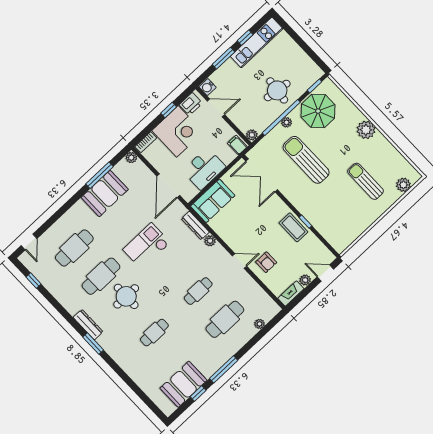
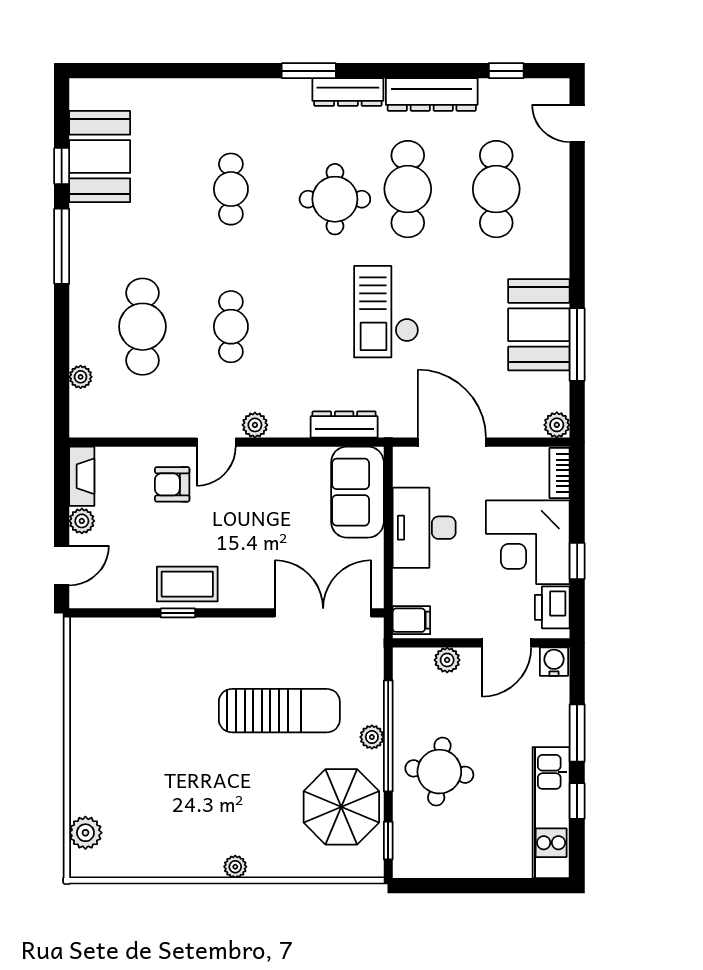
plant: (366, 130) -> (235, 867), width x0.53, depth x0.53
plant: (252, 135) -> (447, 660), moved
sun lounger: (366, 181) -> (151, 776), removed
plant: (210, 241) -> (255, 425), moved
checkout: (147, 246) -> (386, 312), turned 180
dresser: (64, 297) -> (432, 94), added

